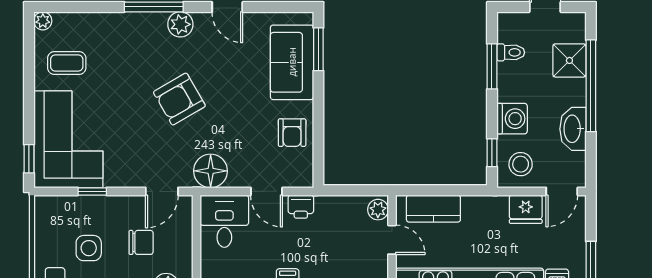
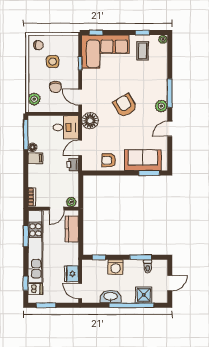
window: (29, 64) -> (142, 33), added
stool: (521, 164) -> (93, 271), removed

